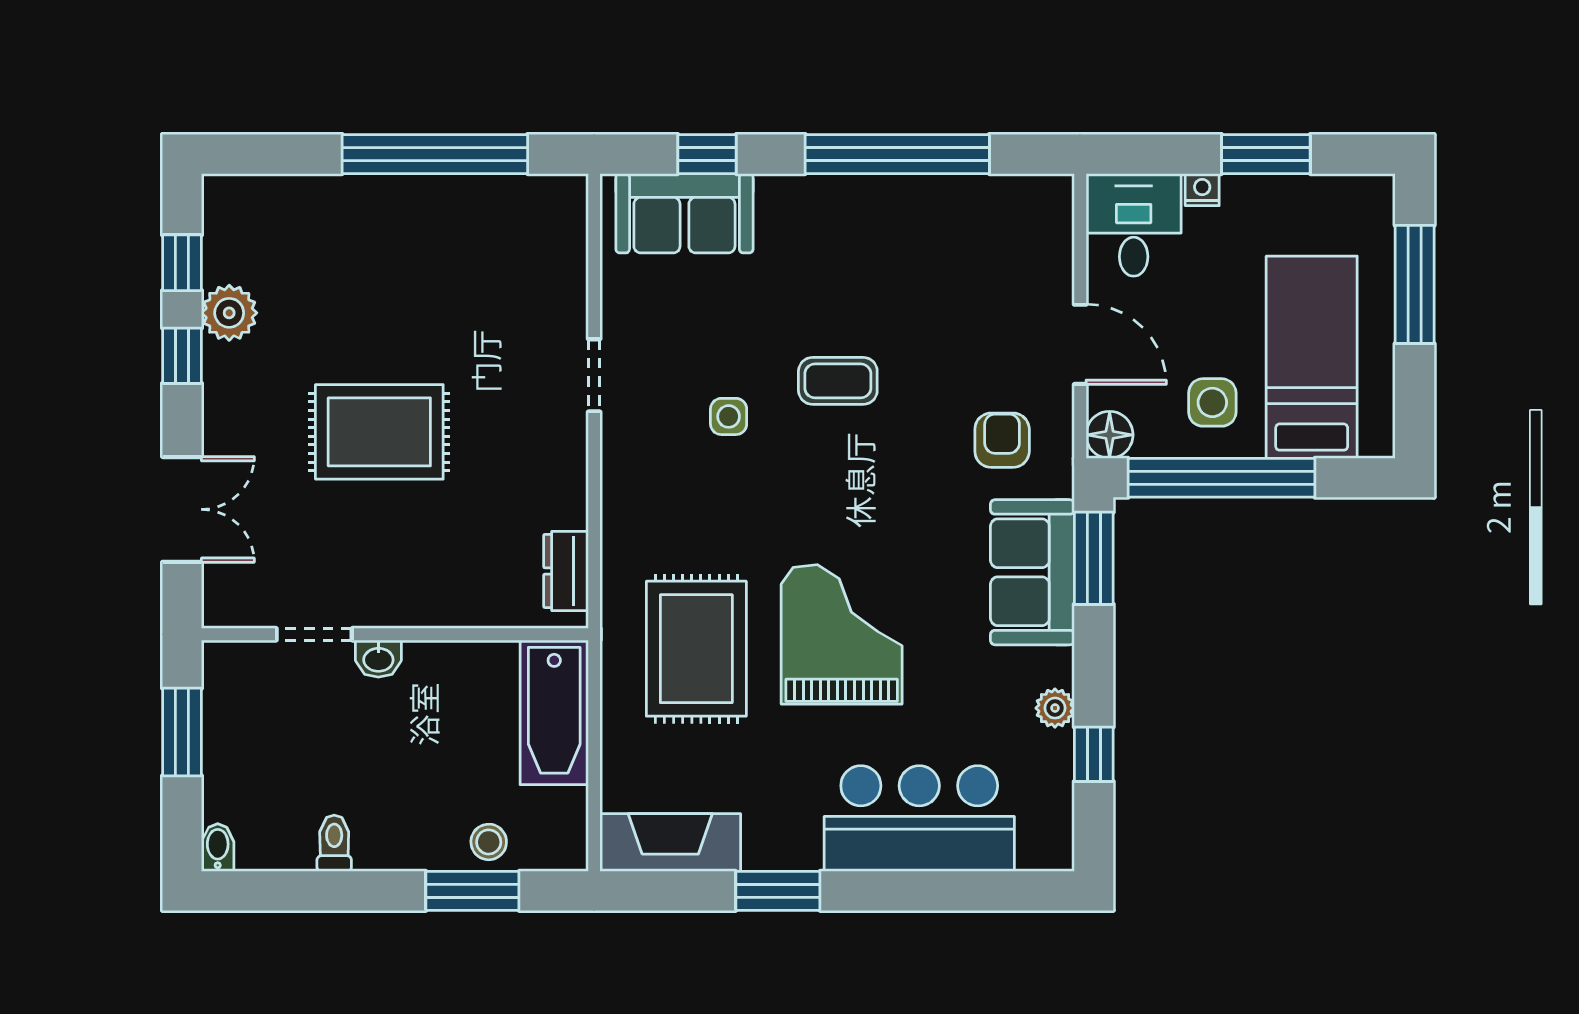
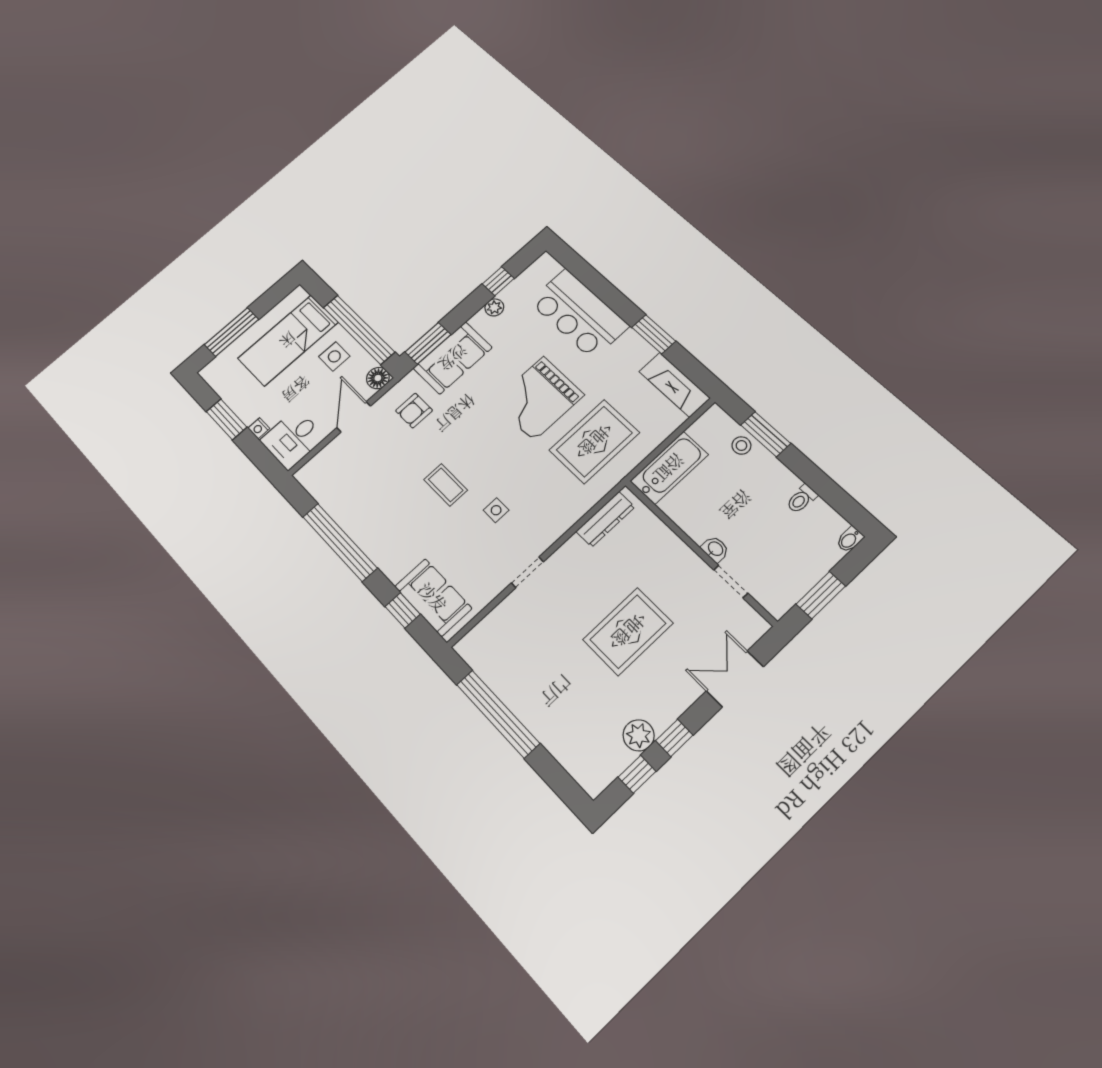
rug: (379, 432) -> (628, 631), turned 90
dresser: (566, 571) -> (605, 519), width x1.44

